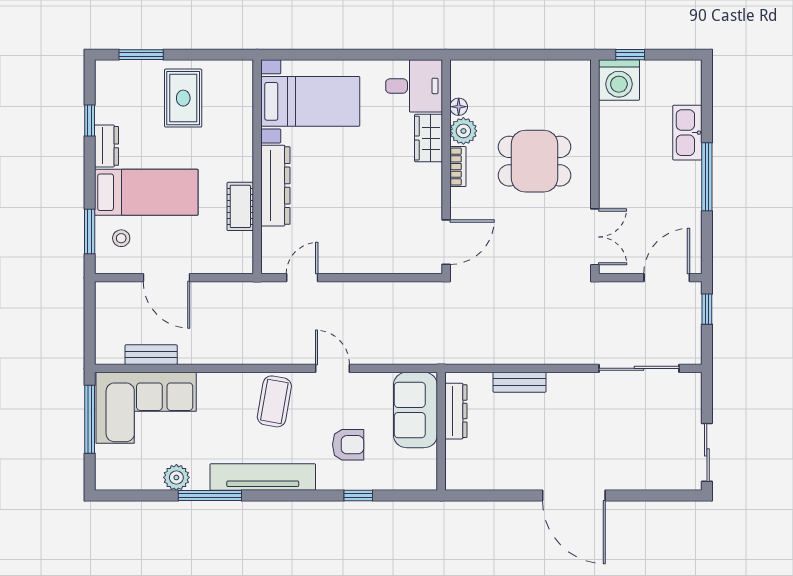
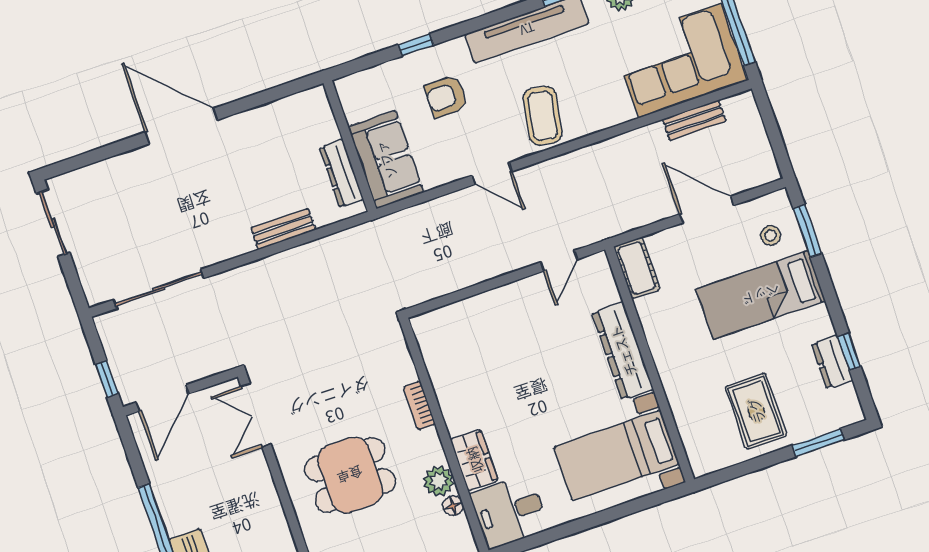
dresser: (107, 146) -> (832, 362), moved
bookcase: (458, 167) -> (419, 405), moved
cot: (240, 206) -> (637, 268), moved
door: (446, 242) -> (416, 354), removed

